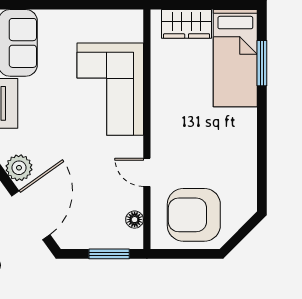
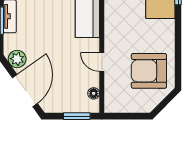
armchair: (194, 215) -> (149, 71), moved

